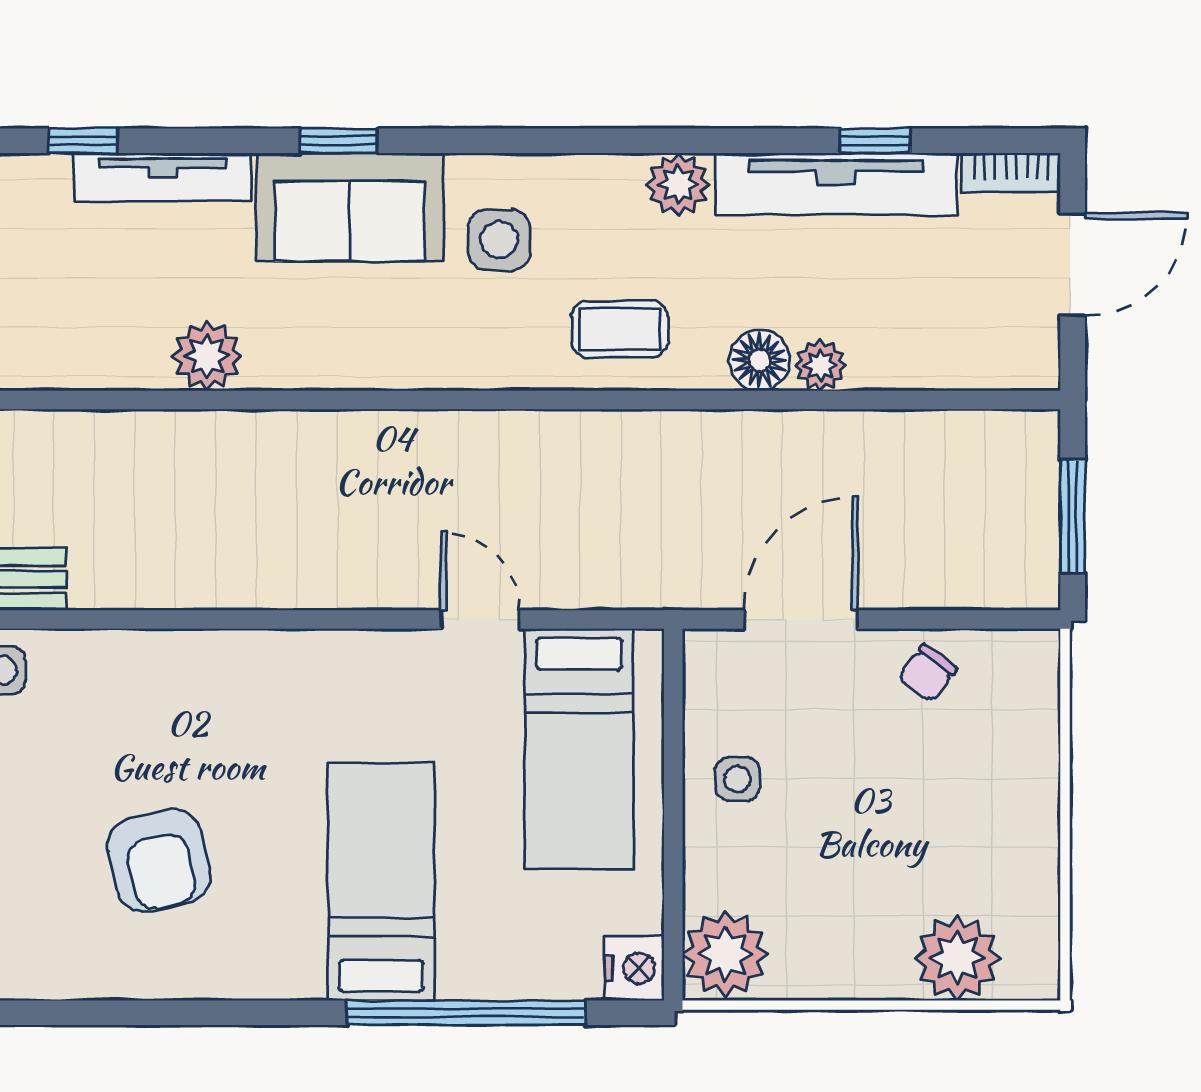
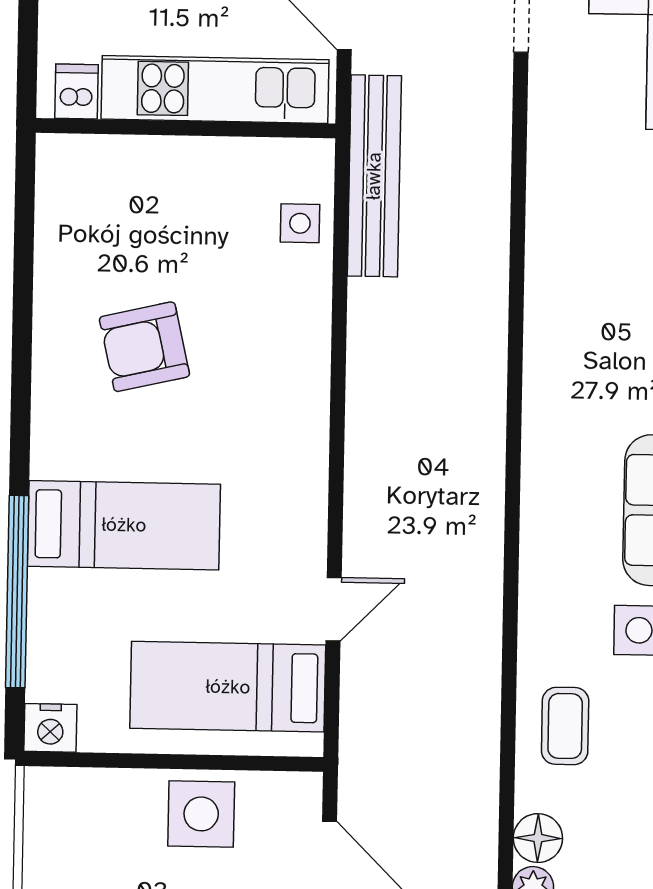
plant: (207, 356) -> (550, 393), removed
side table: (738, 779) -> (201, 814), width x1.87, depth x1.87
plant: (725, 954) -> (60, 801), removed

